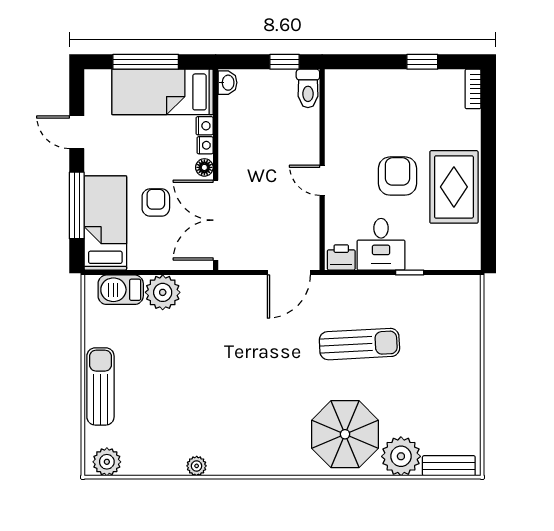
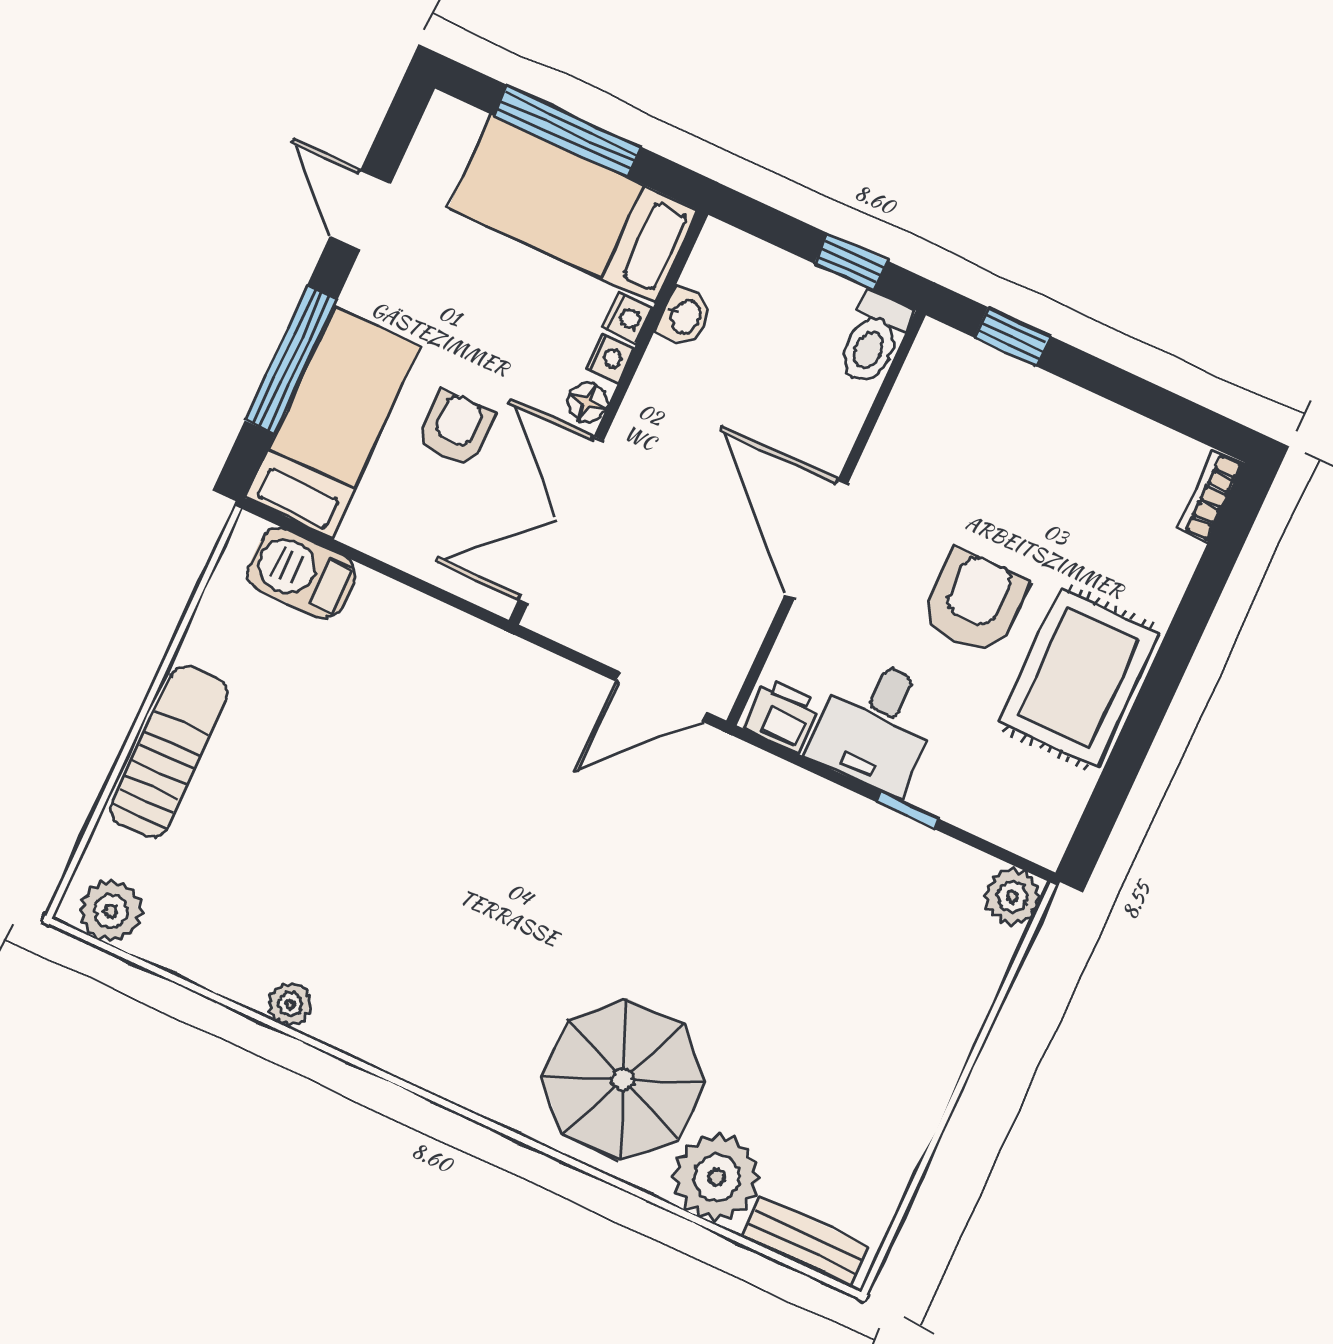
window: (422, 62) -> (1013, 337), moved
washbasin: (228, 83) -> (685, 316), moved
door: (322, 180) -> (816, 539), width x1.88
plant: (163, 292) -> (1013, 897), moved, width x0.73, depth x0.73
sun lounger: (359, 344) -> (738, 909), removed

